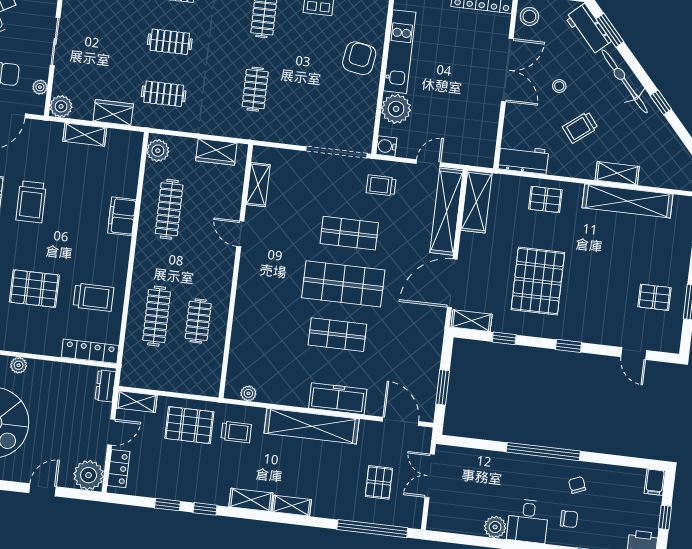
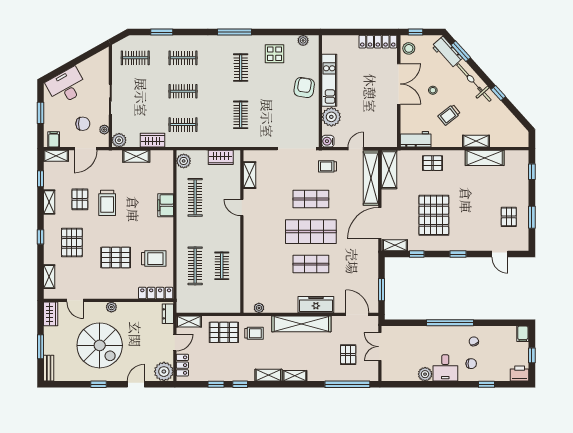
shelving: (628, 201) -> (485, 158), width x0.68
pallet: (654, 297) -> (509, 217), turned 90

